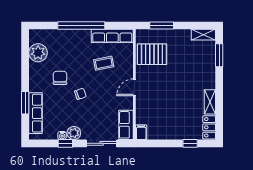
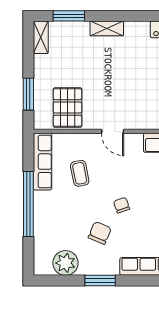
chair: (60, 78) -> (100, 233), turned 113
shelving: (210, 102) -> (107, 28), moved
window: (25, 103) -> (100, 280), moved

